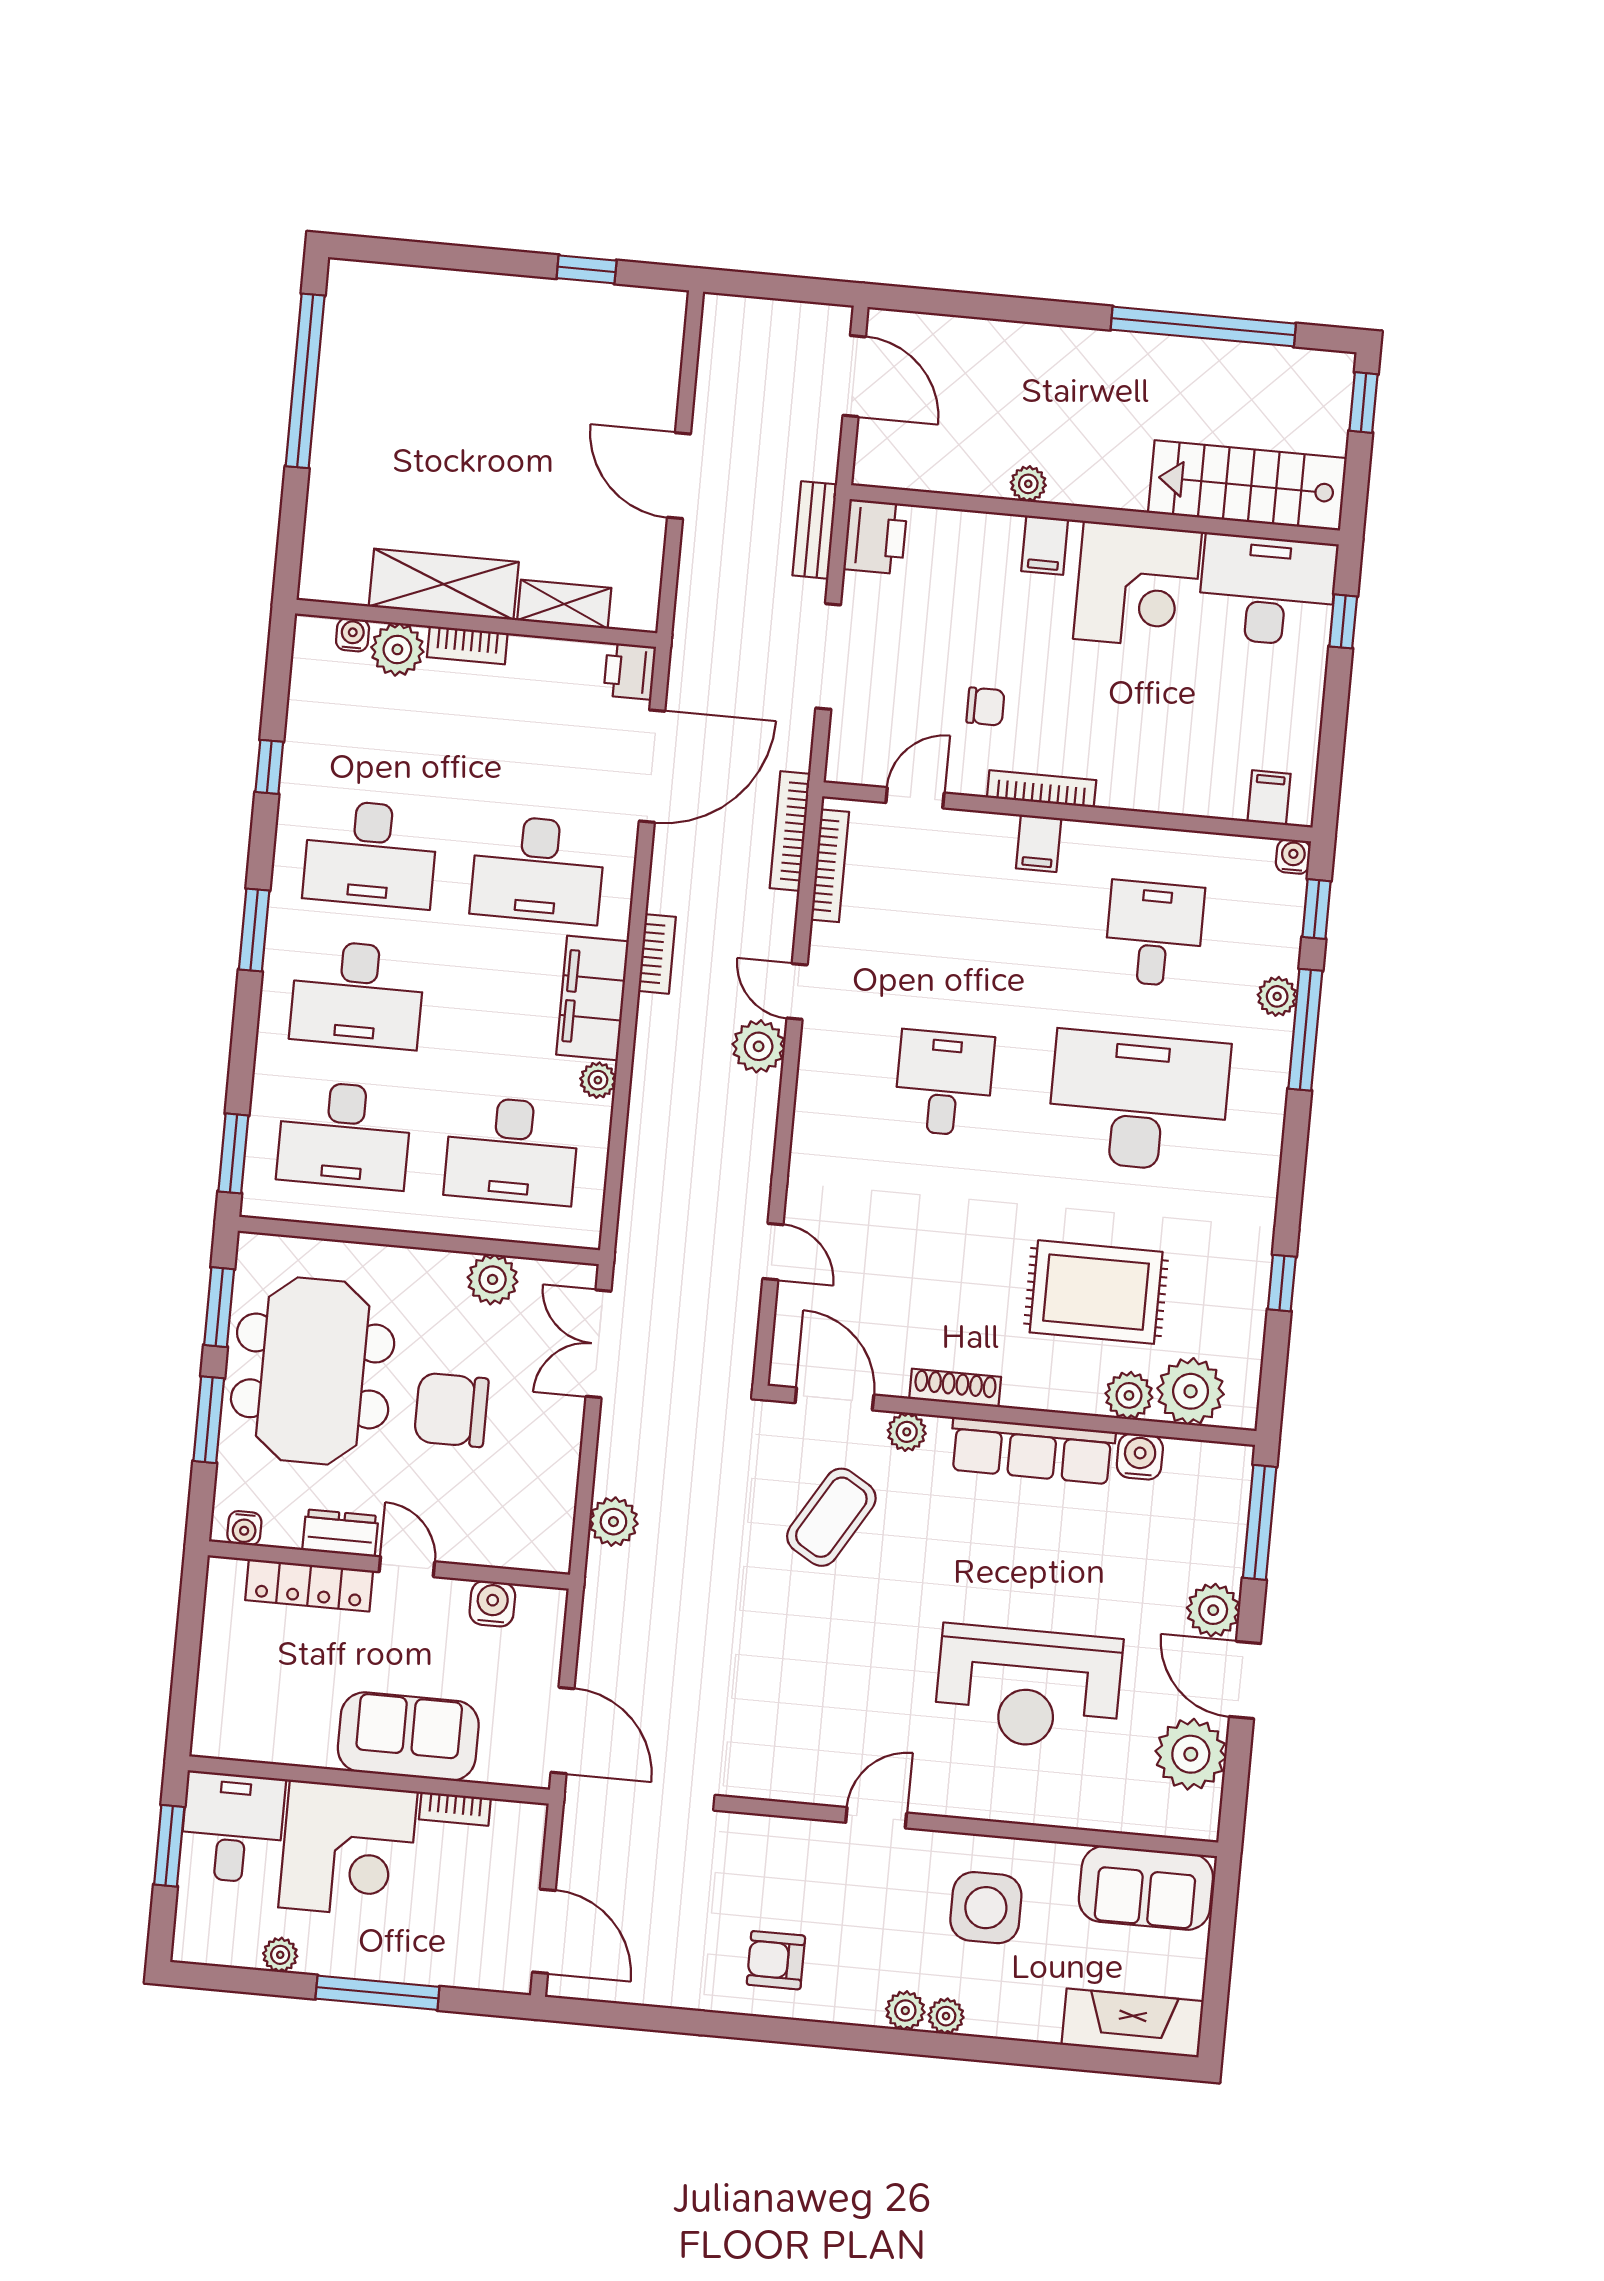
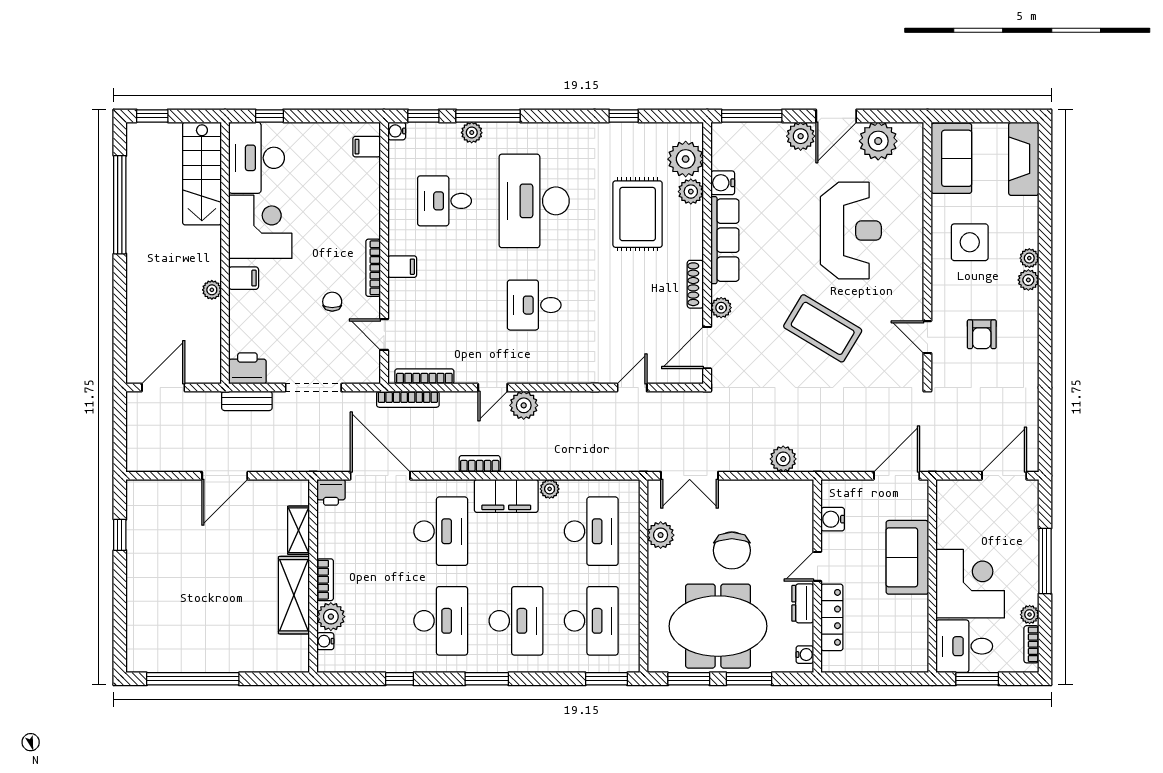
coffee table: (831, 1517) -> (823, 328), moved, width x1.36, depth x1.32
bookcase: (455, 1809) -> (1031, 644), moved, turned 180
door: (876, 1818) -> (927, 337), moved
armchair: (776, 1960) -> (982, 334), moved

